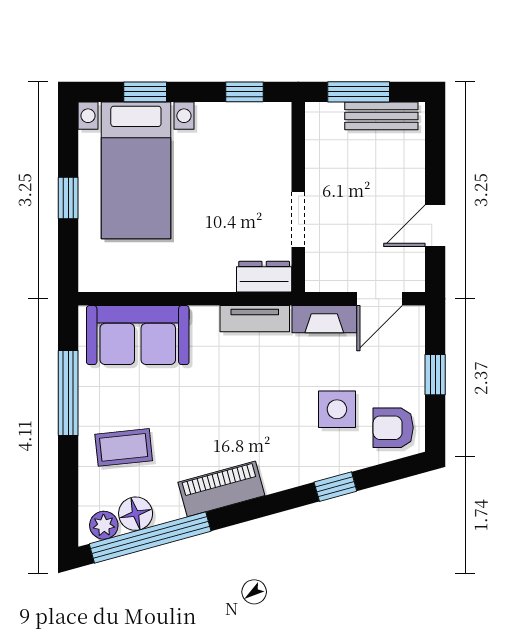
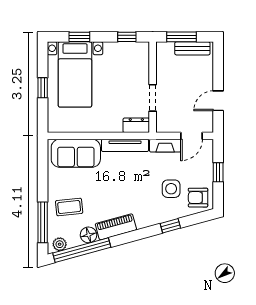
tv unit: (255, 319) -> (125, 145), width x1.41
window: (68, 393) -> (43, 222), moved
floor lamp: (136, 514) -> (88, 235), moved

